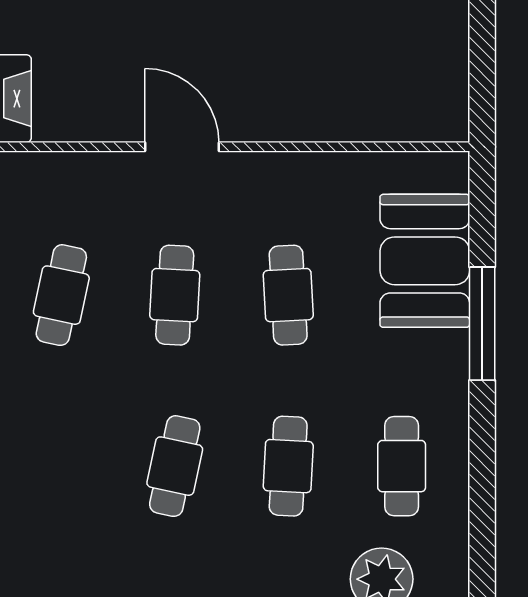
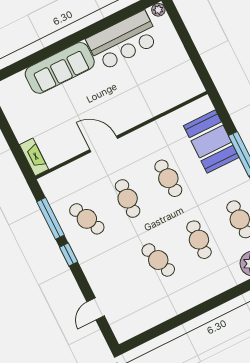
cafe table: (61, 295) -> (87, 219), turned -36
cafe table: (175, 466) -> (158, 260), turned -30

